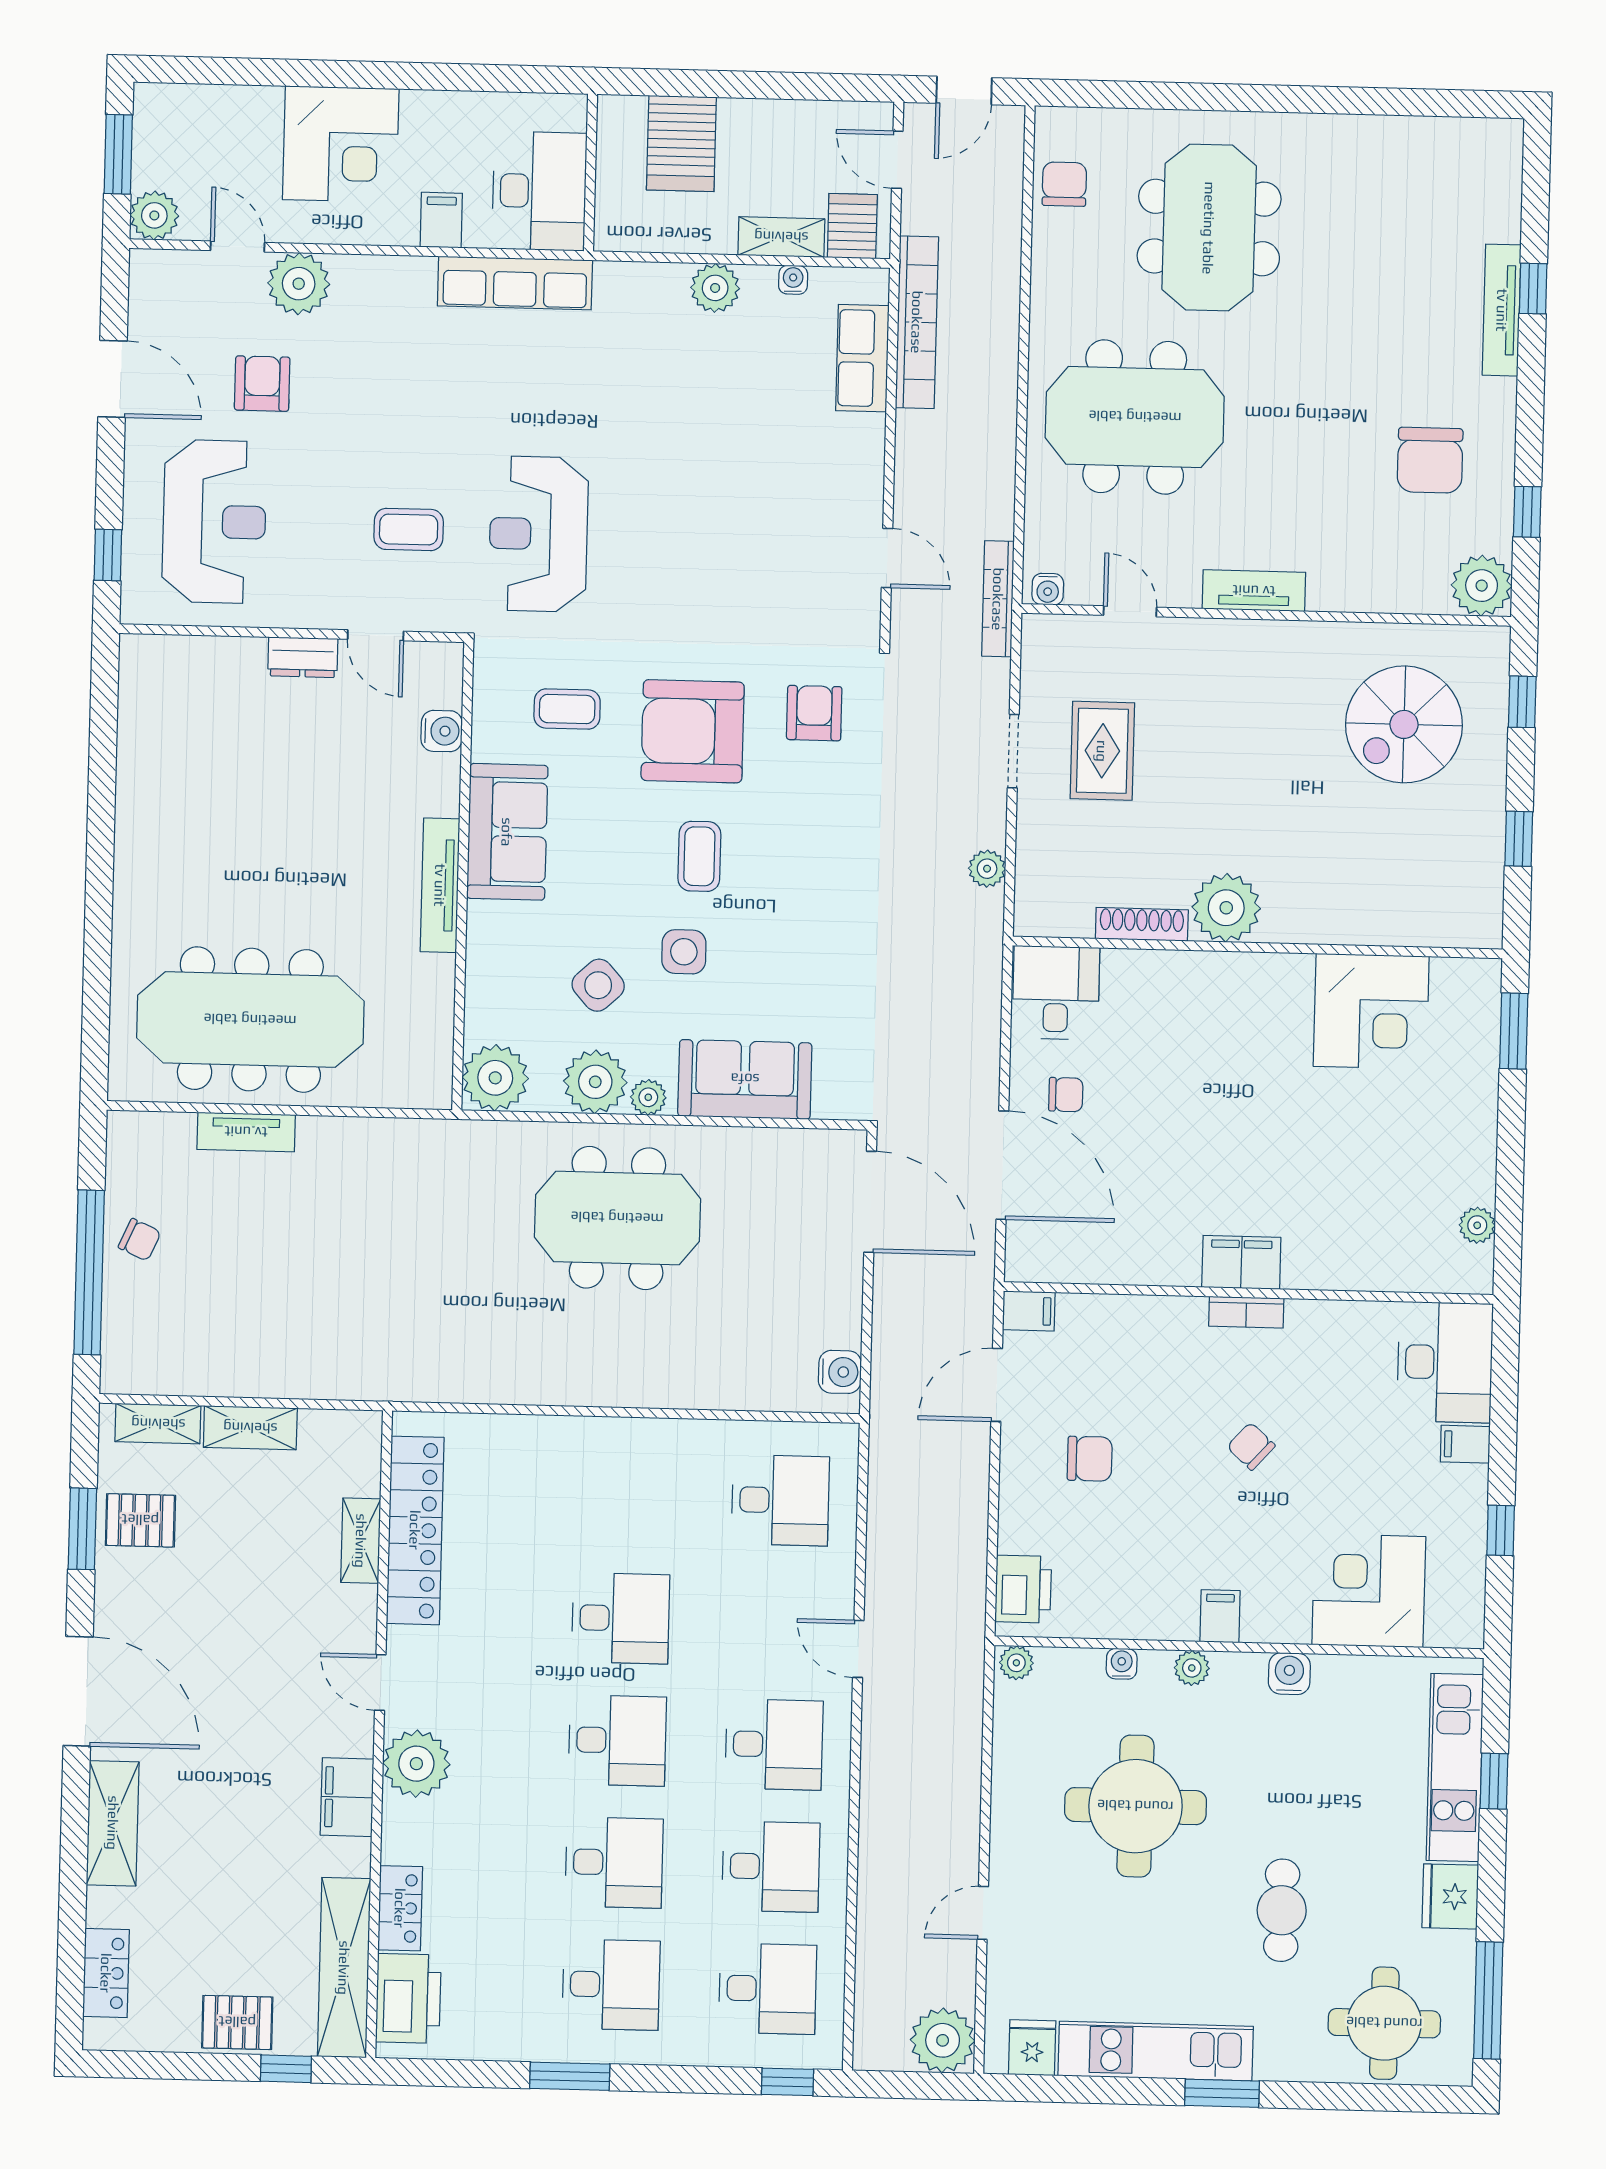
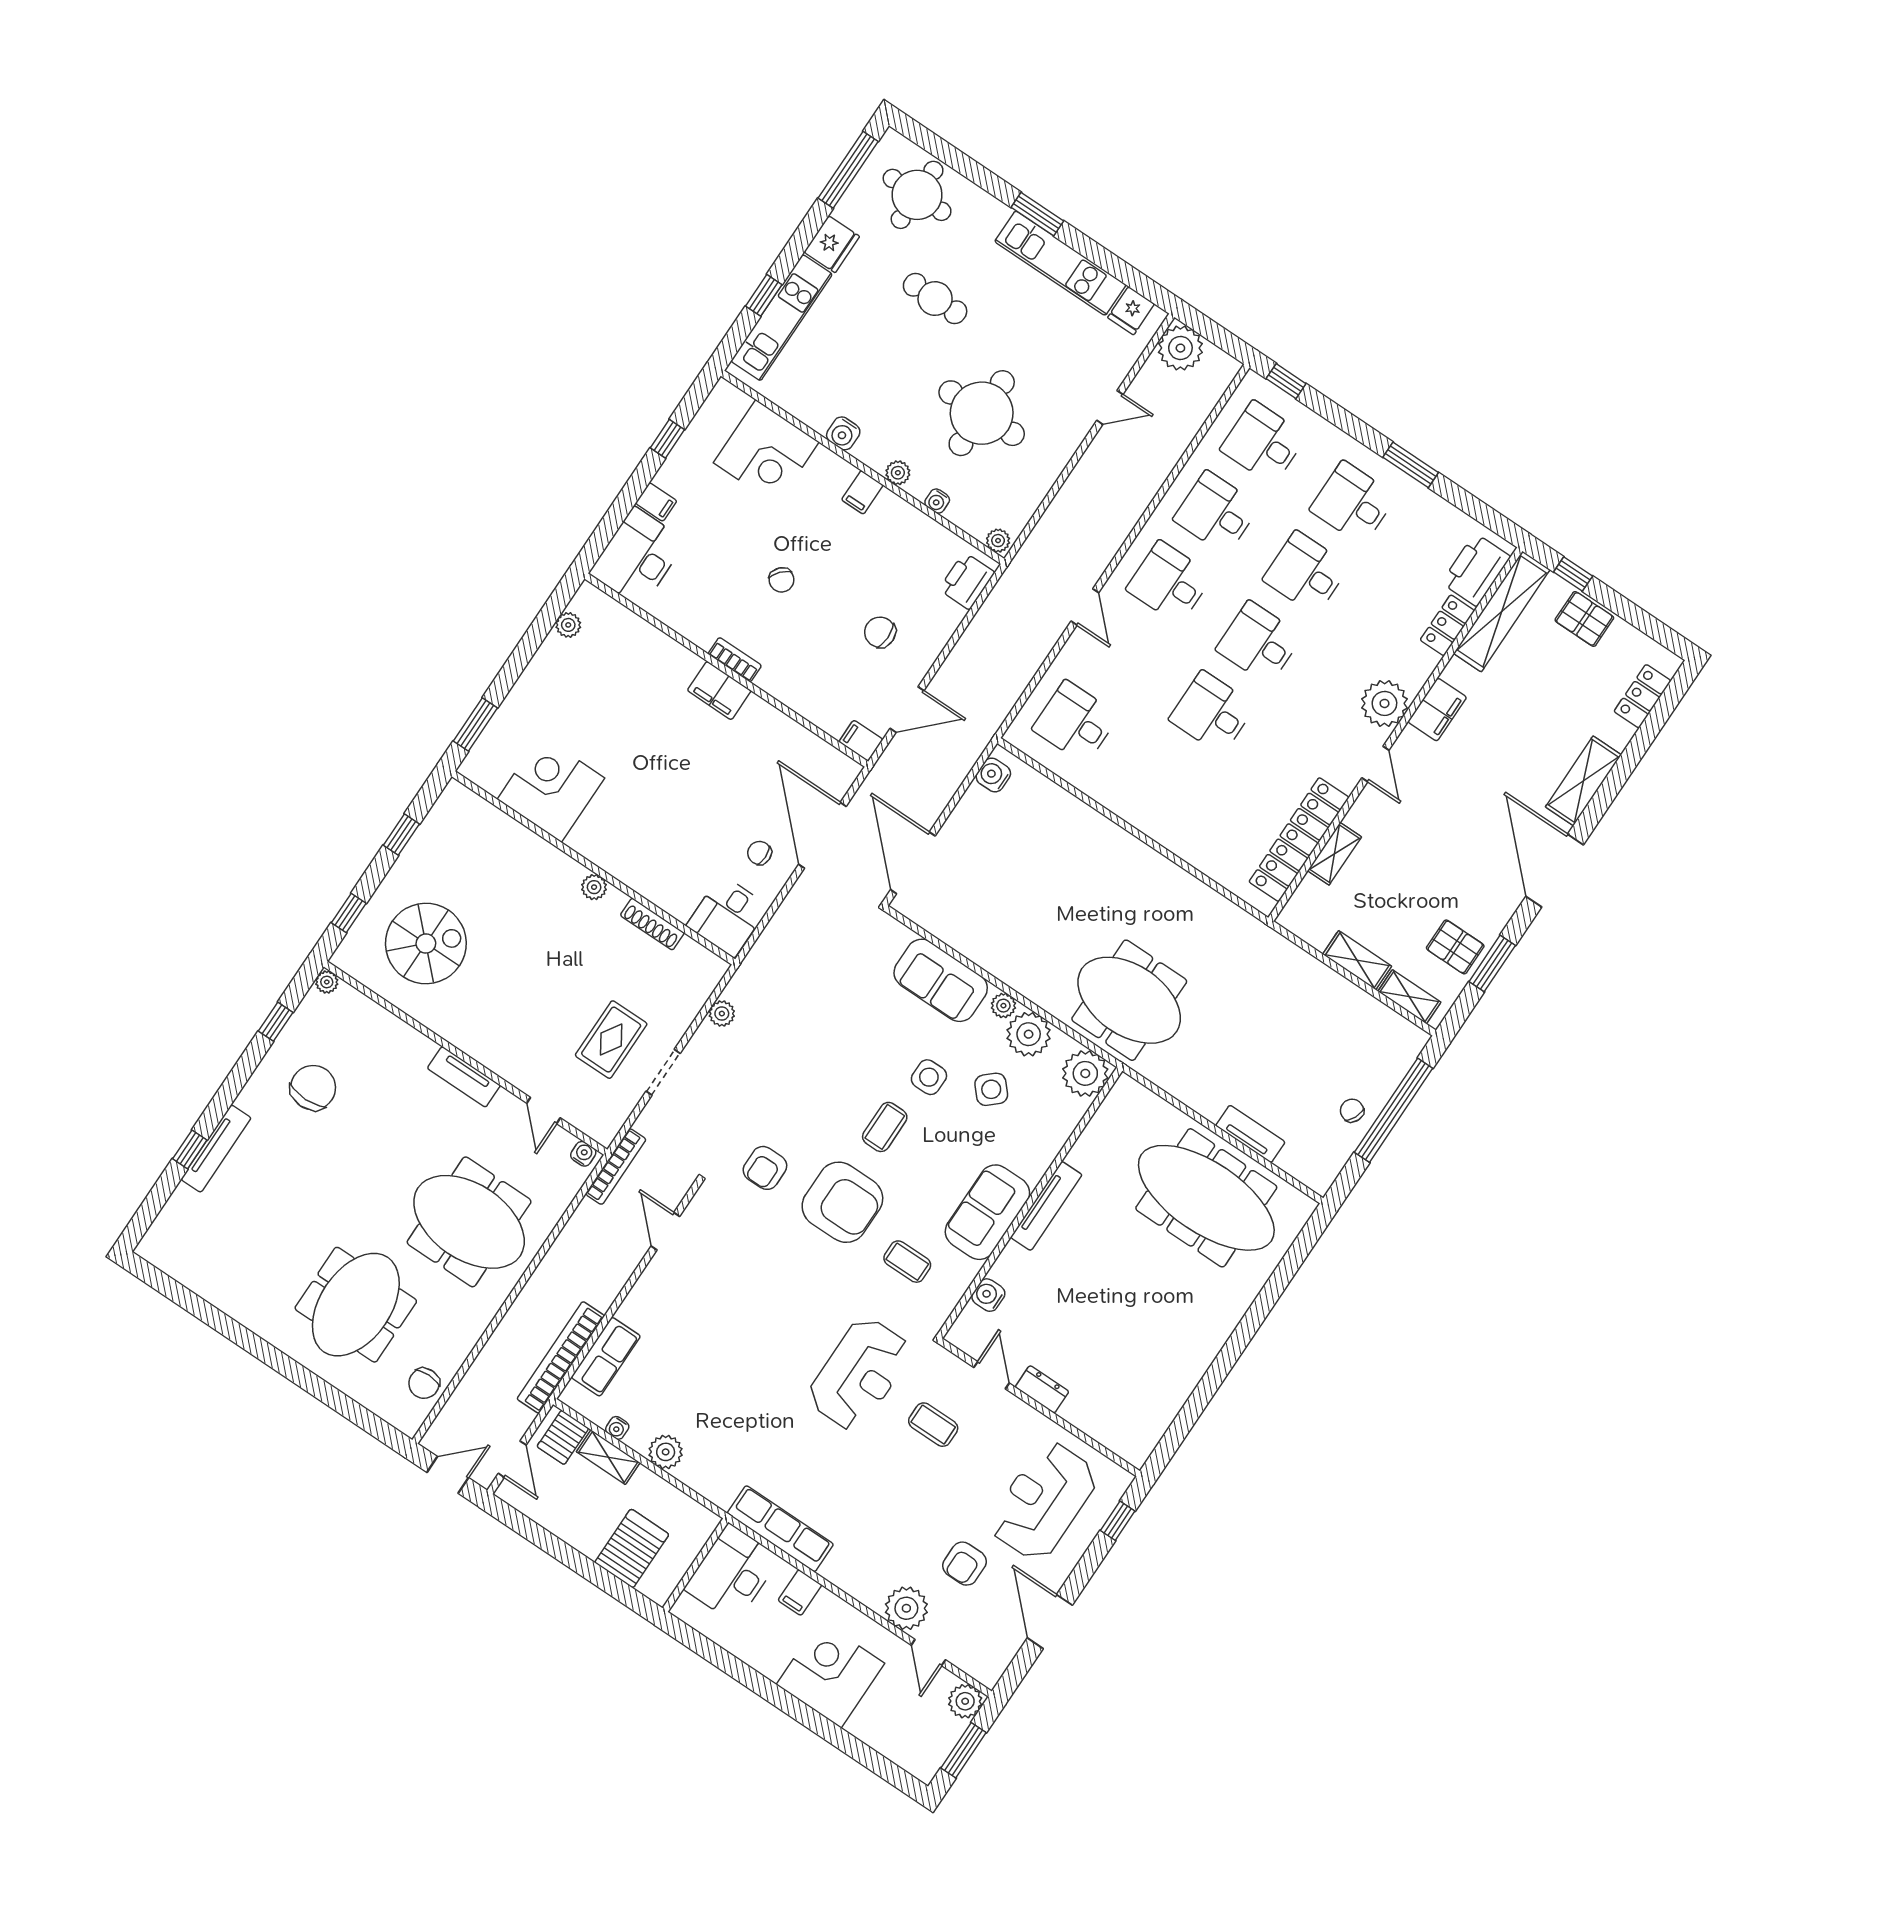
plant: (1482, 586) -> (327, 982), width x0.53, depth x0.53
plant: (1226, 908) -> (594, 887), width x0.53, depth x0.53
meeting table: (617, 1218) -> (1129, 1000), moved
cafe table: (1282, 1910) -> (935, 299), turned 90

